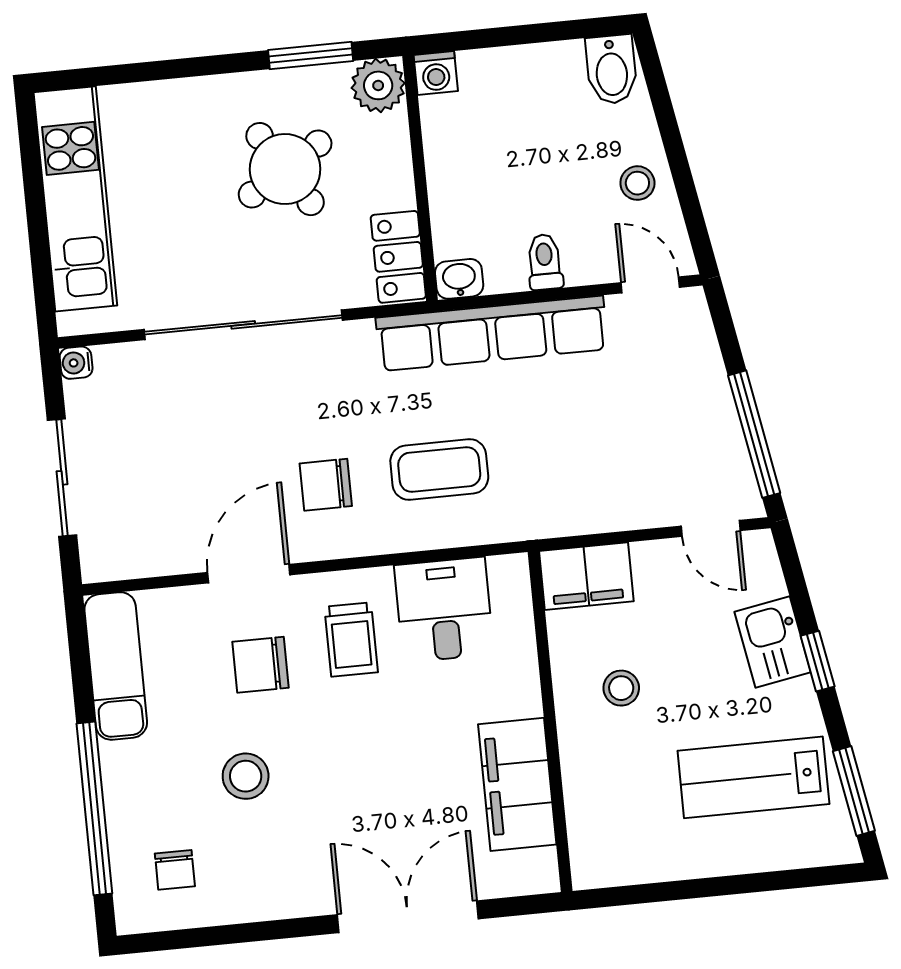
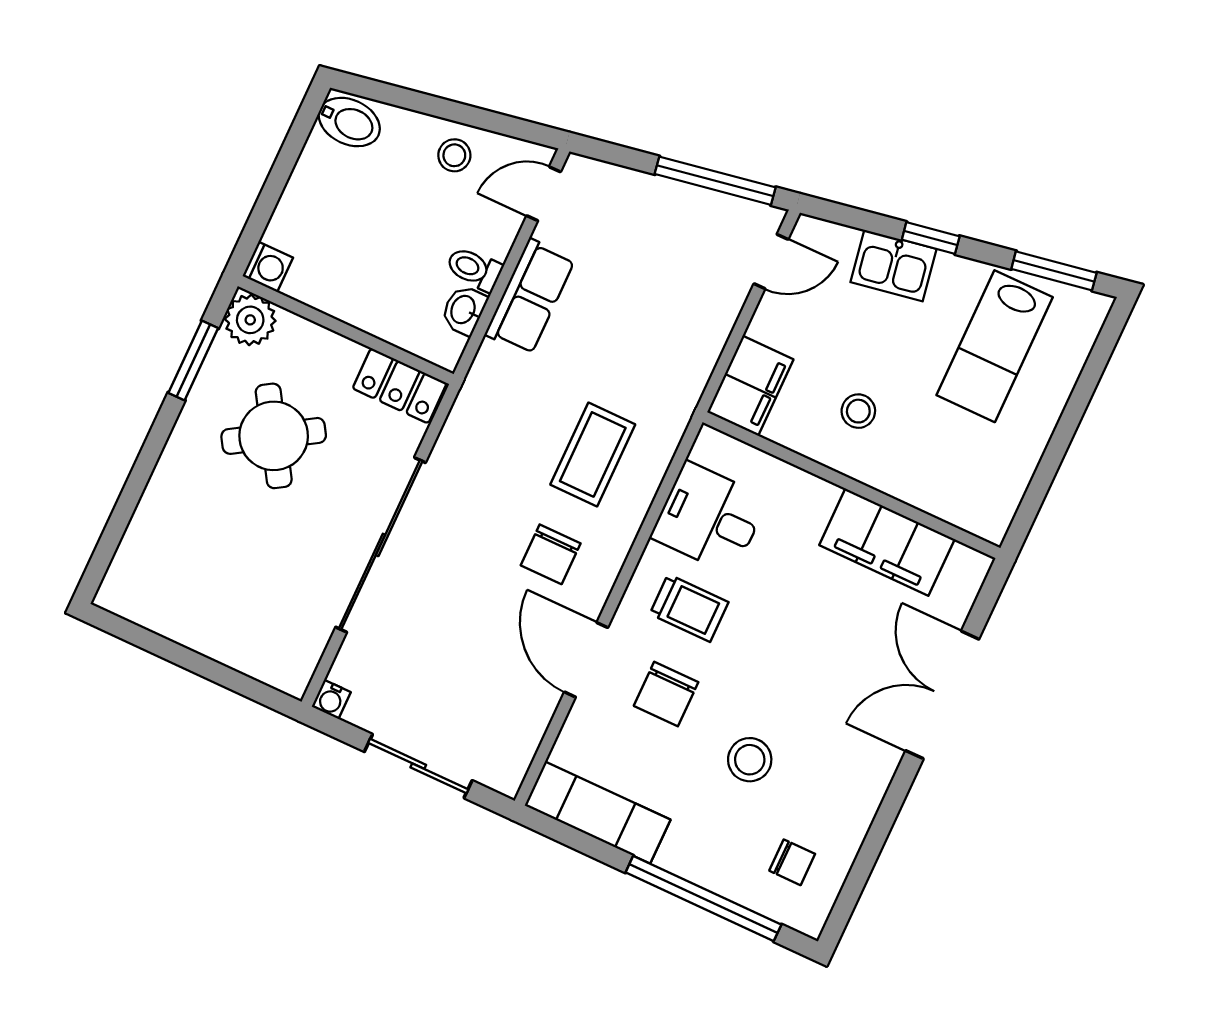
kitchen unit: (75, 199) -> (197, 621), removed
washbasin: (459, 279) -> (464, 310), moved
row of seats: (492, 333) -> (530, 297), width x0.50

